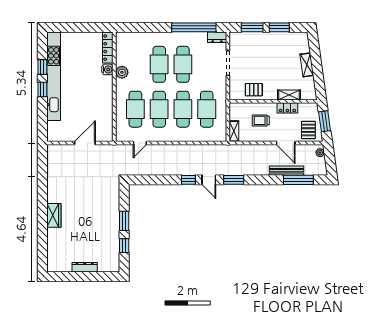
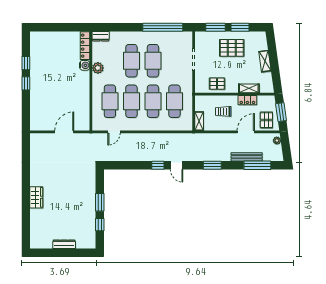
dresser: (217, 37) -> (101, 36), moved
pallet: (270, 50) -> (232, 48), added
kitchen unit: (54, 76) -> (36, 71), removed
door: (286, 143) -> (246, 132), swing flipped
window: (234, 180) -> (212, 165), moved

